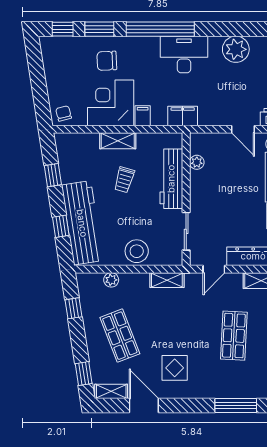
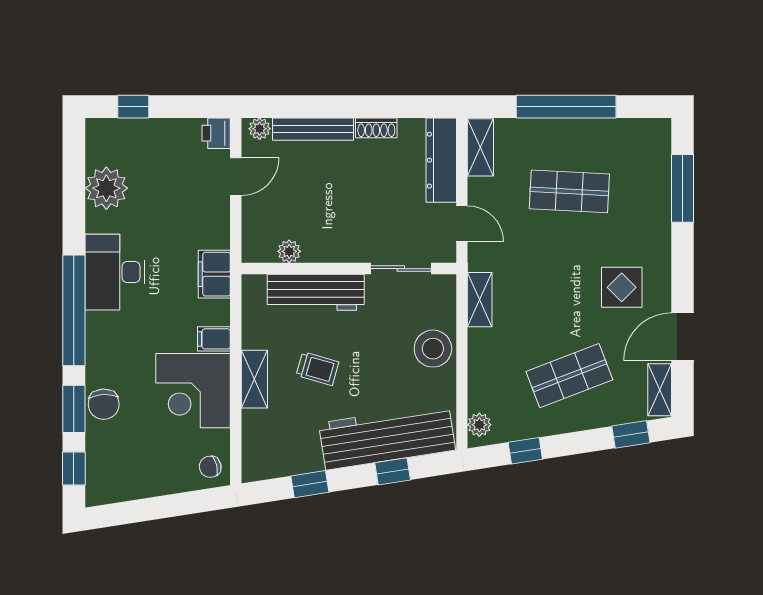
chair: (107, 61) -> (104, 404), moved
plant: (111, 280) -> (479, 425), moved

